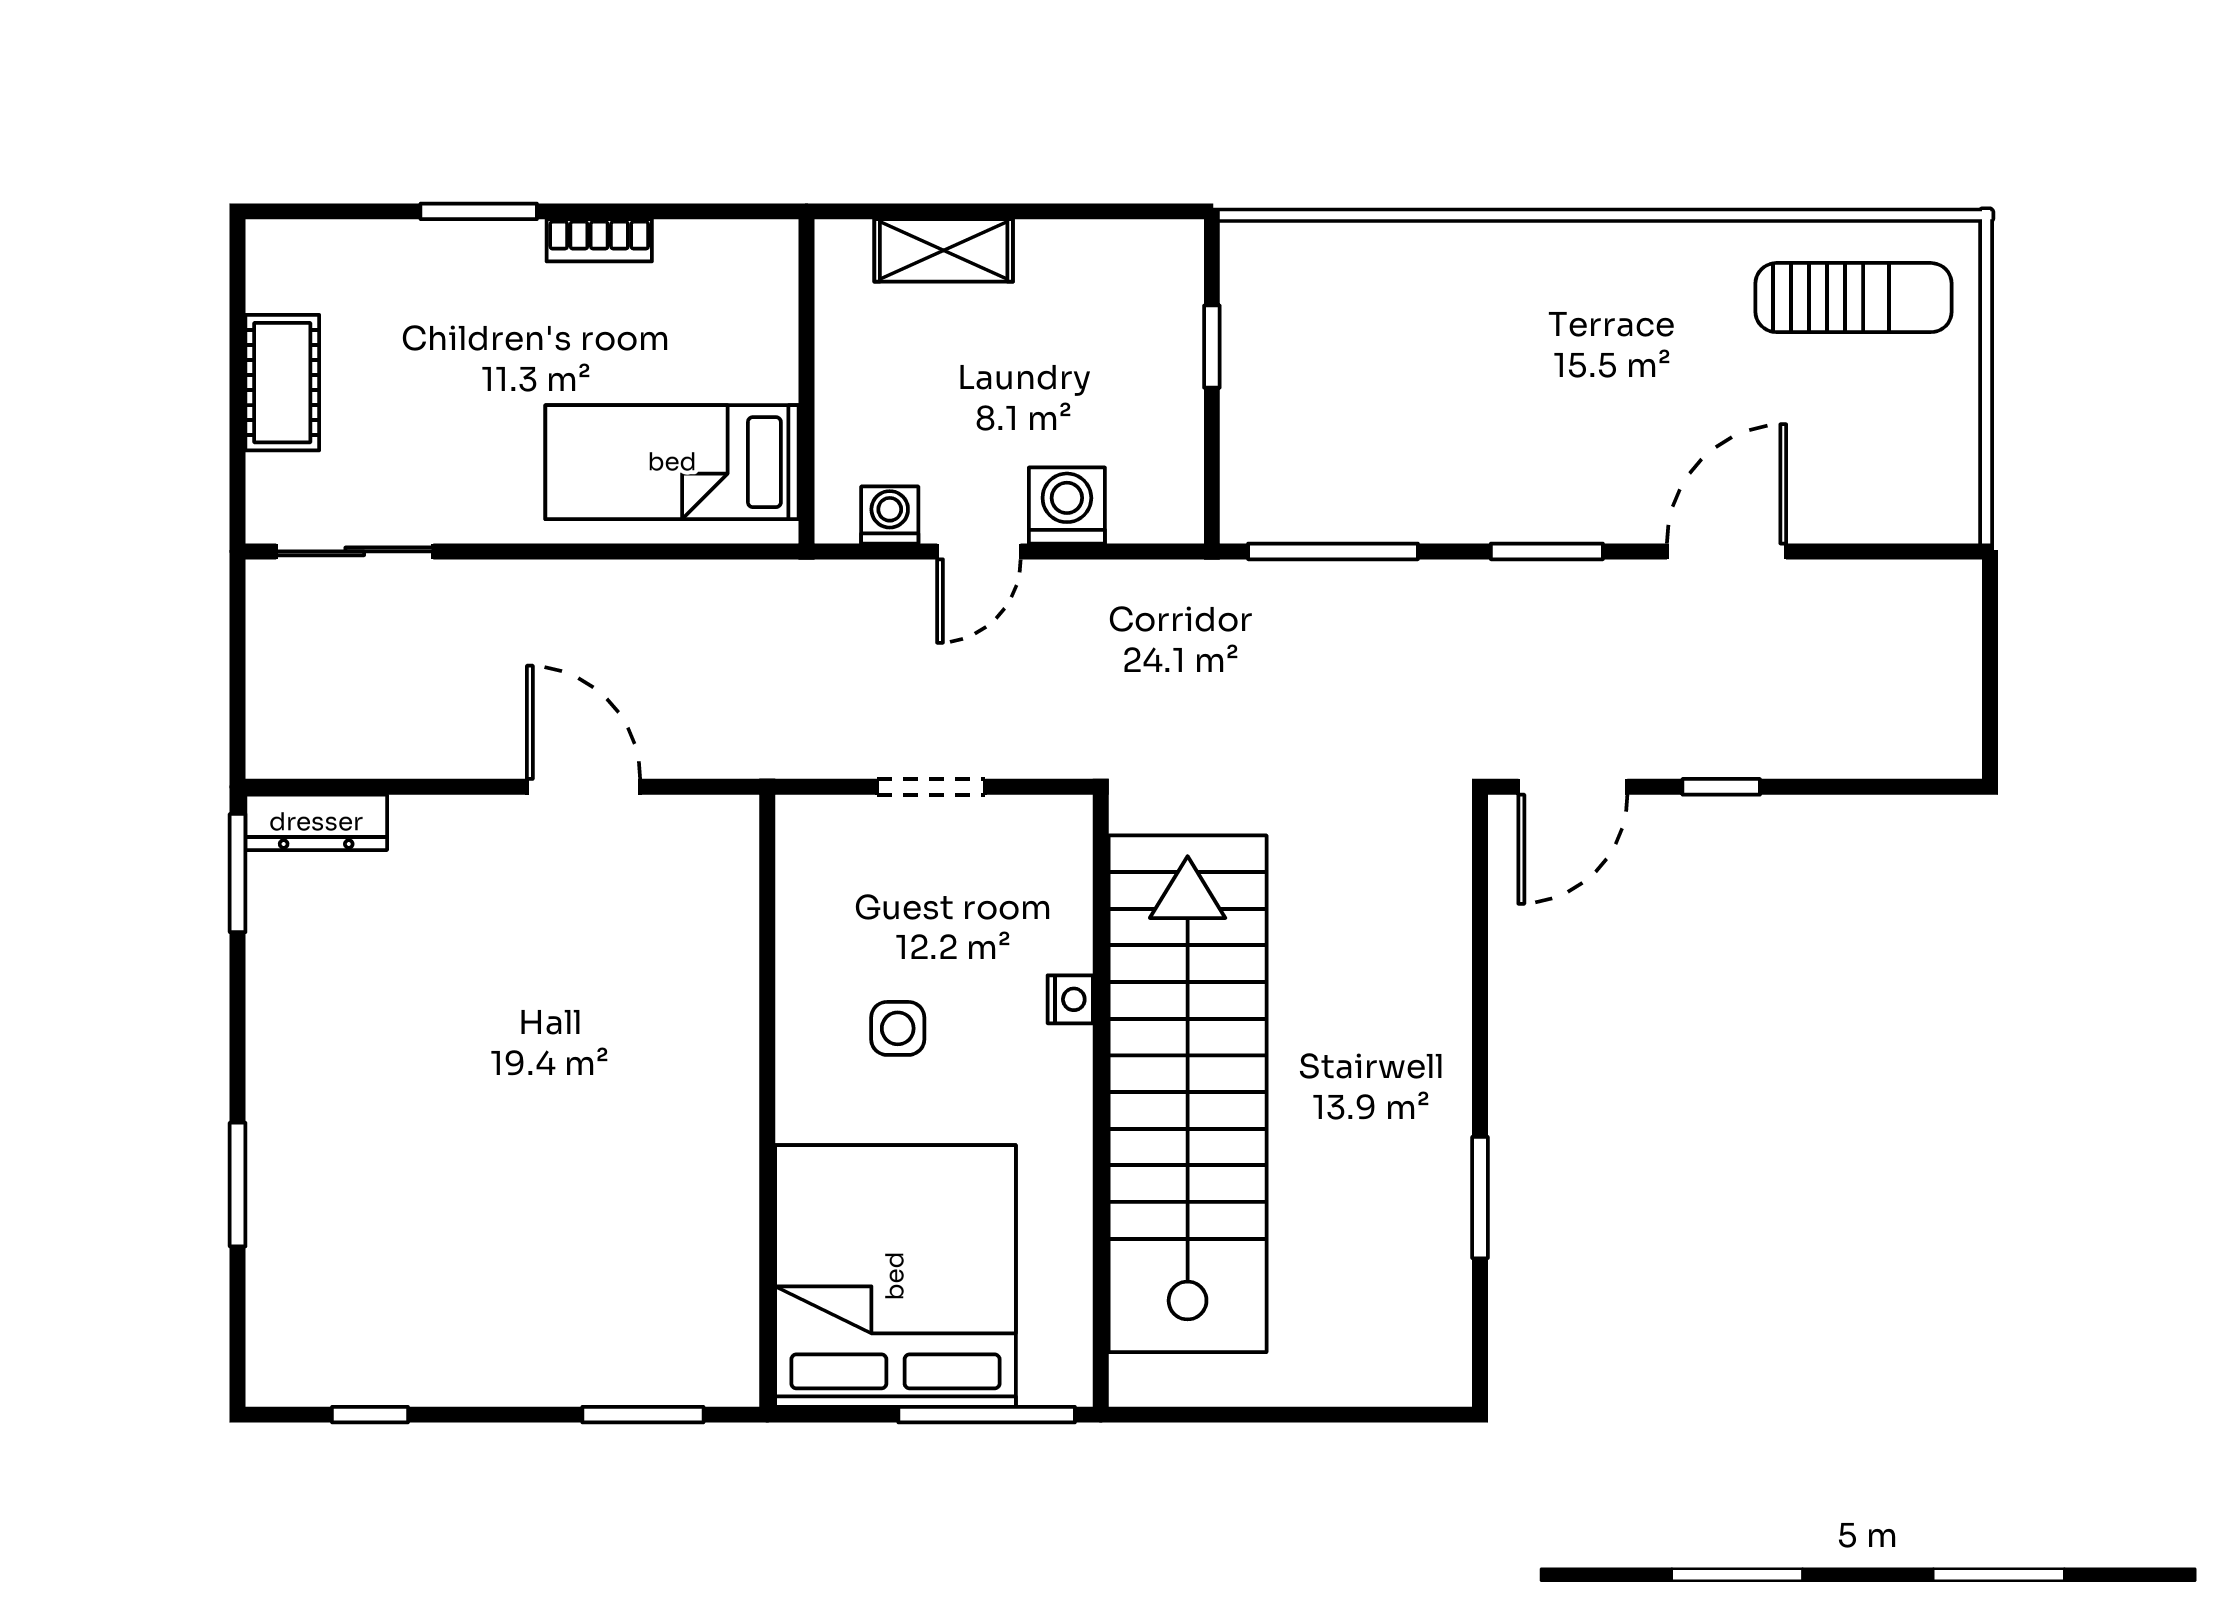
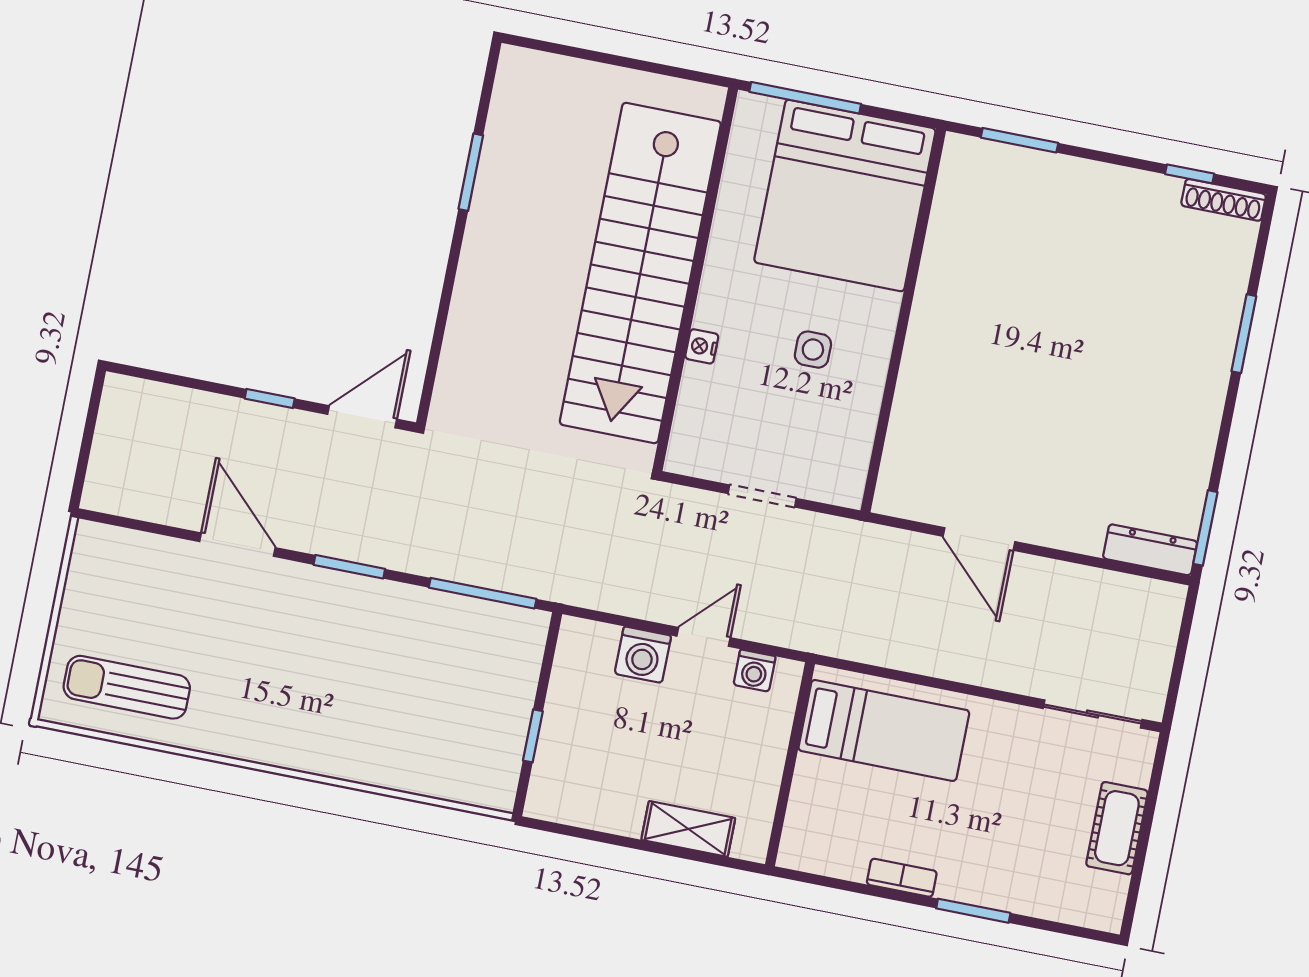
door: (1726, 551) -> (237, 545), swing flipped
shoe rack: (310, 1385) -> (1224, 200), added

